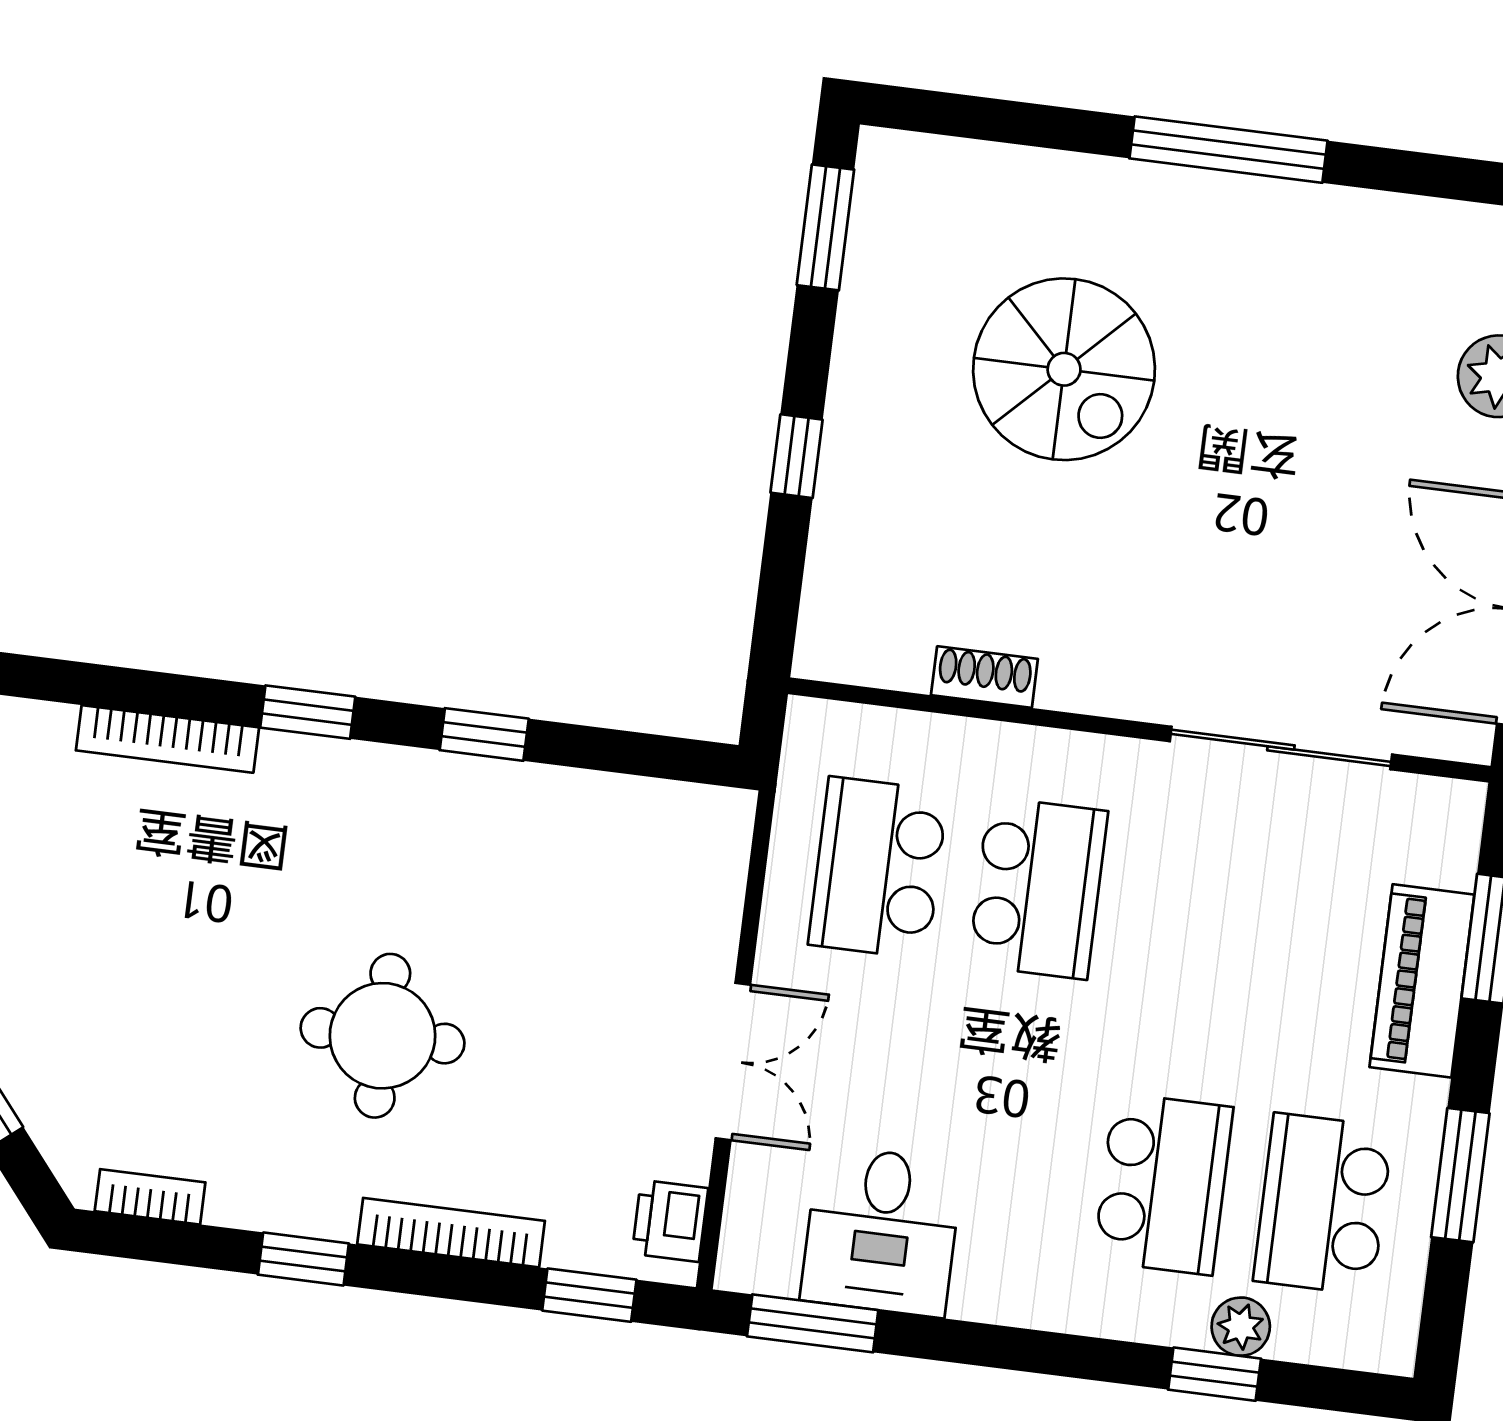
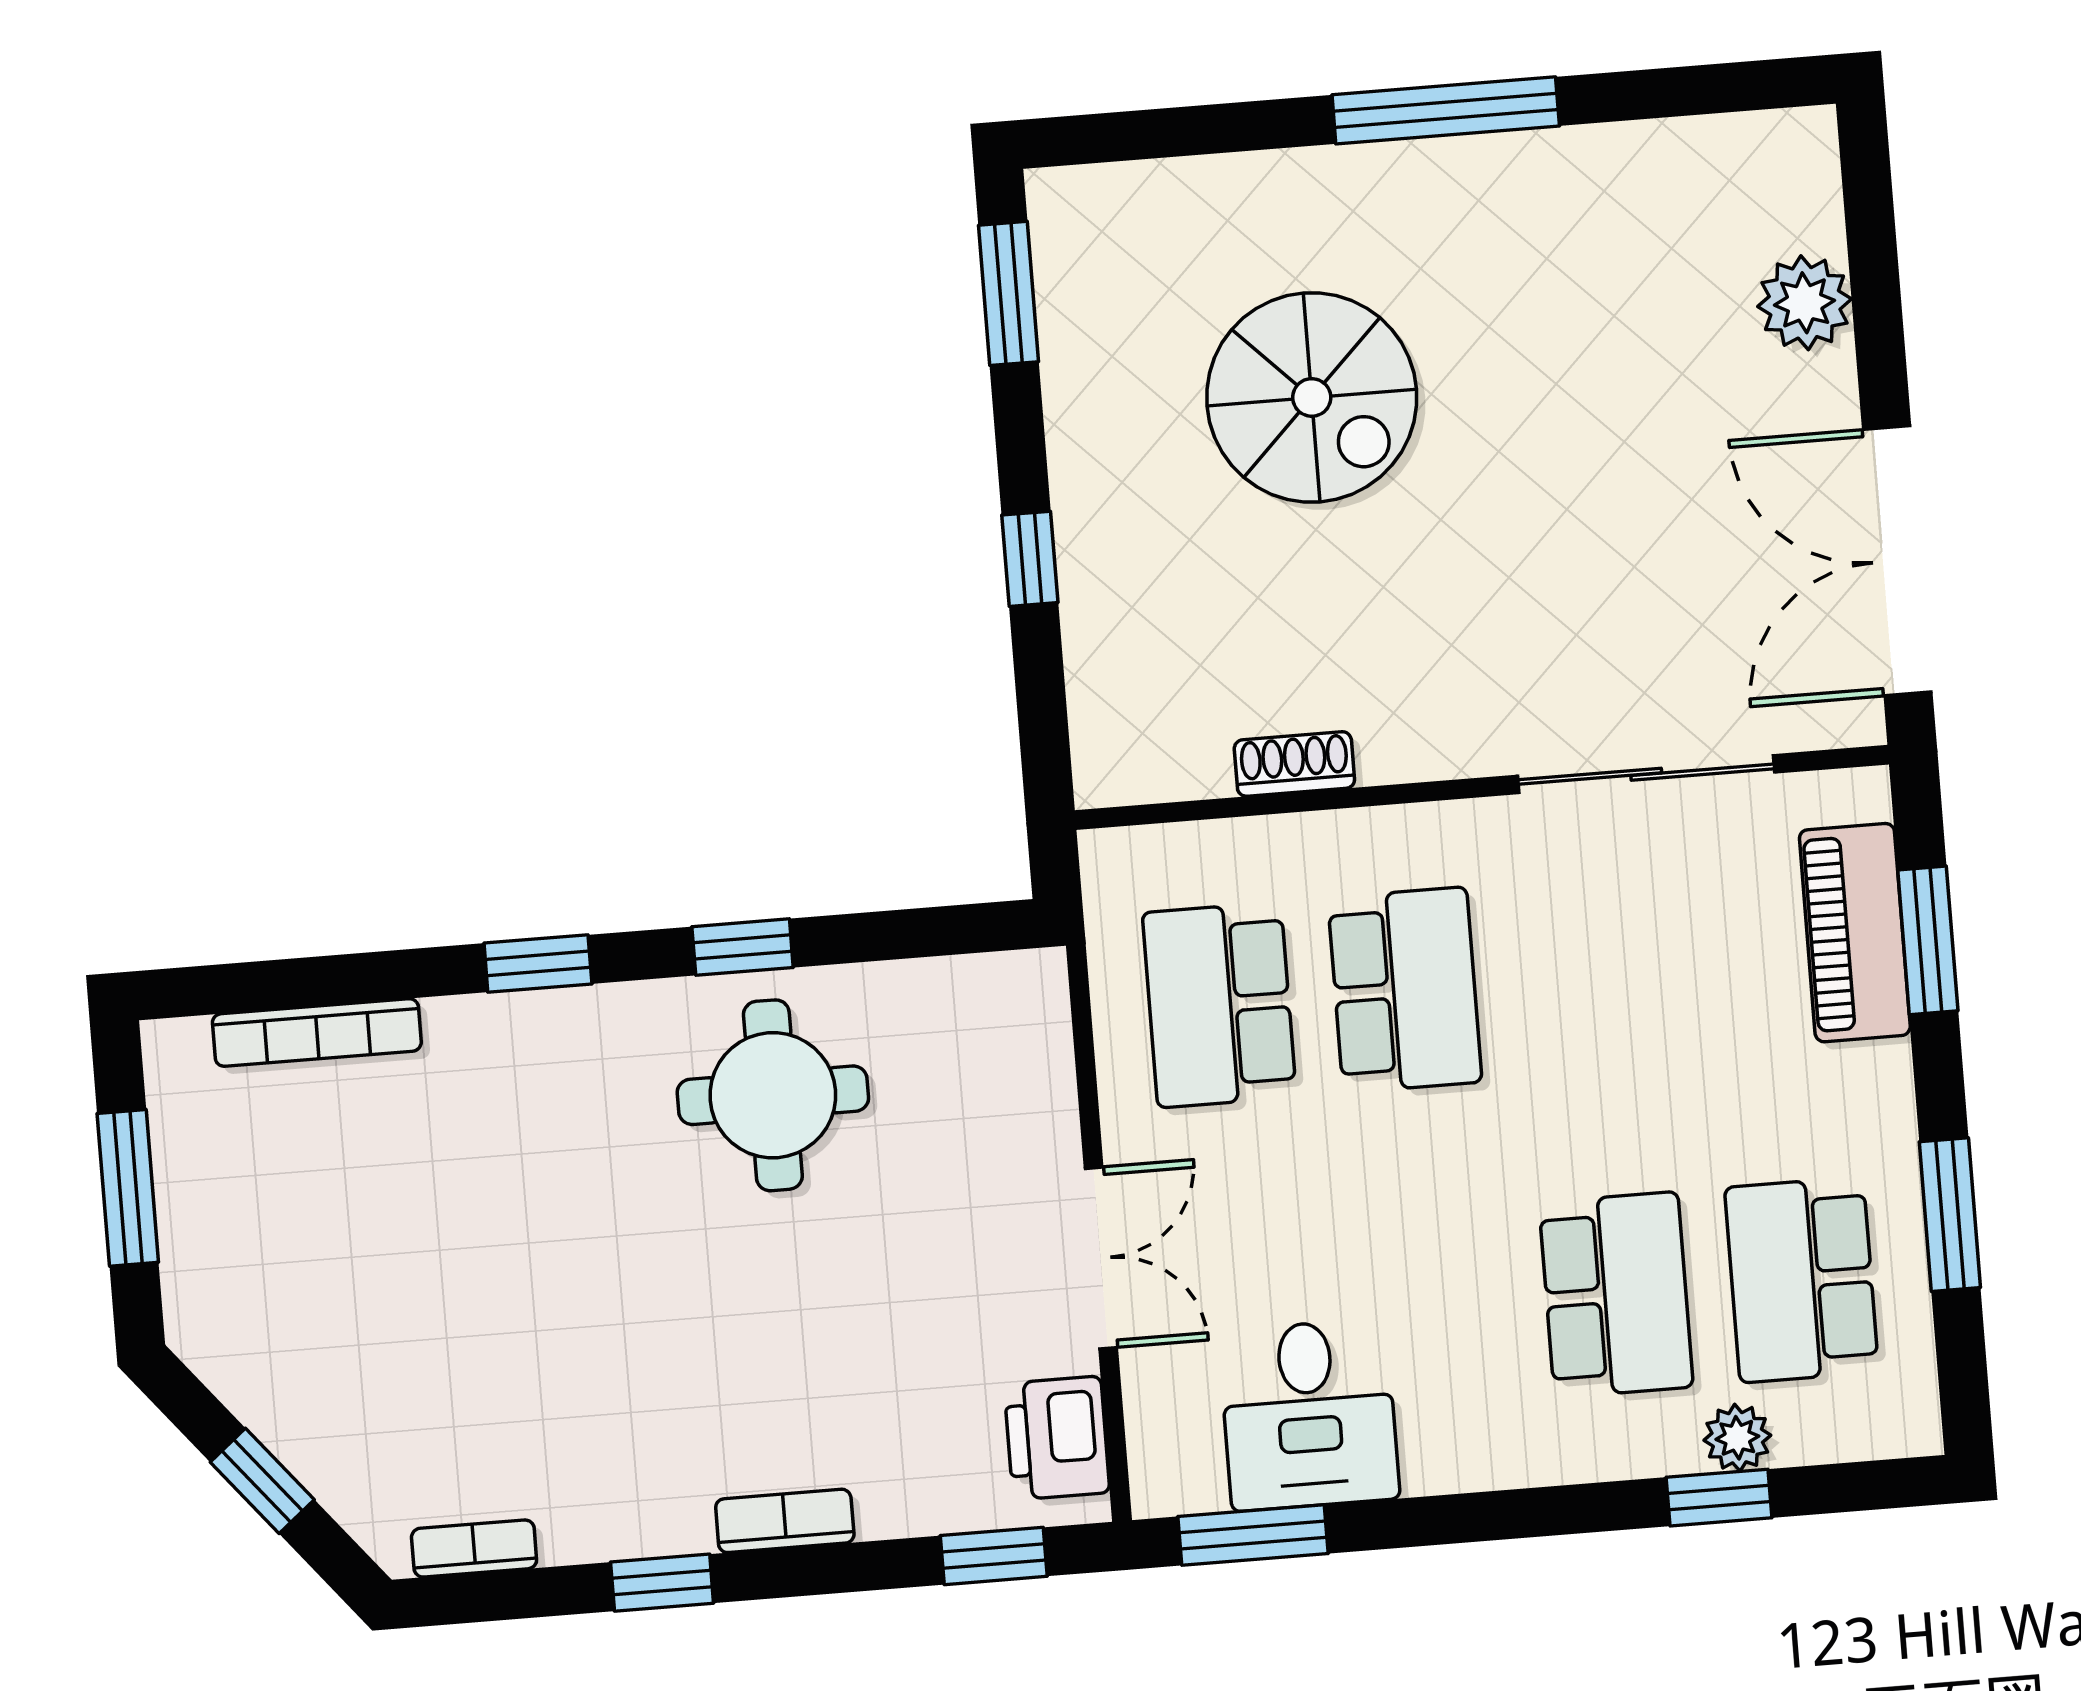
bookcase: (167, 739) -> (317, 1032), moved
piano: (1422, 981) -> (1855, 933), moved
round table: (383, 1036) -> (773, 1095), moved
printer: (670, 1221) -> (1057, 1438), width x1.36, depth x1.24
bookcase: (451, 1233) -> (785, 1521), width x0.64

